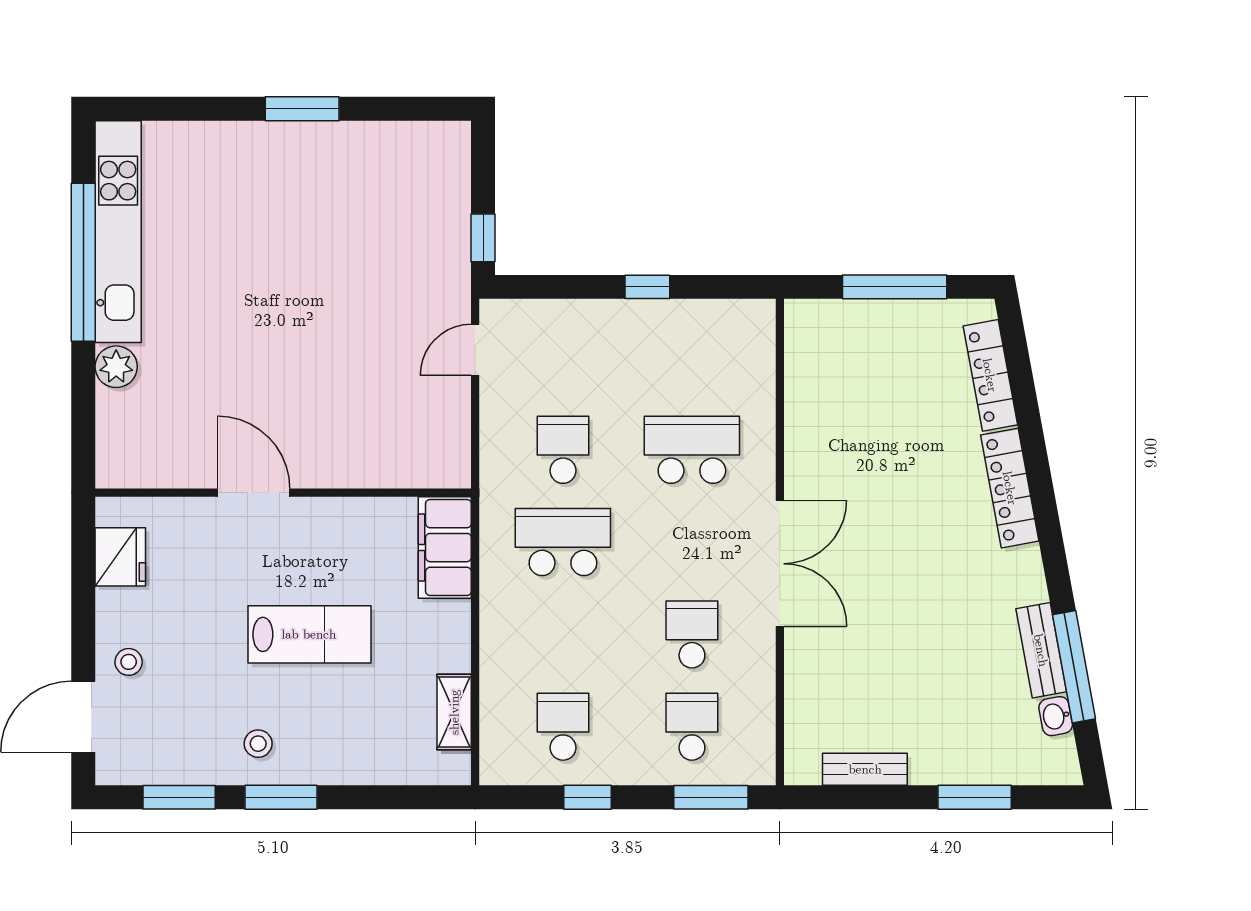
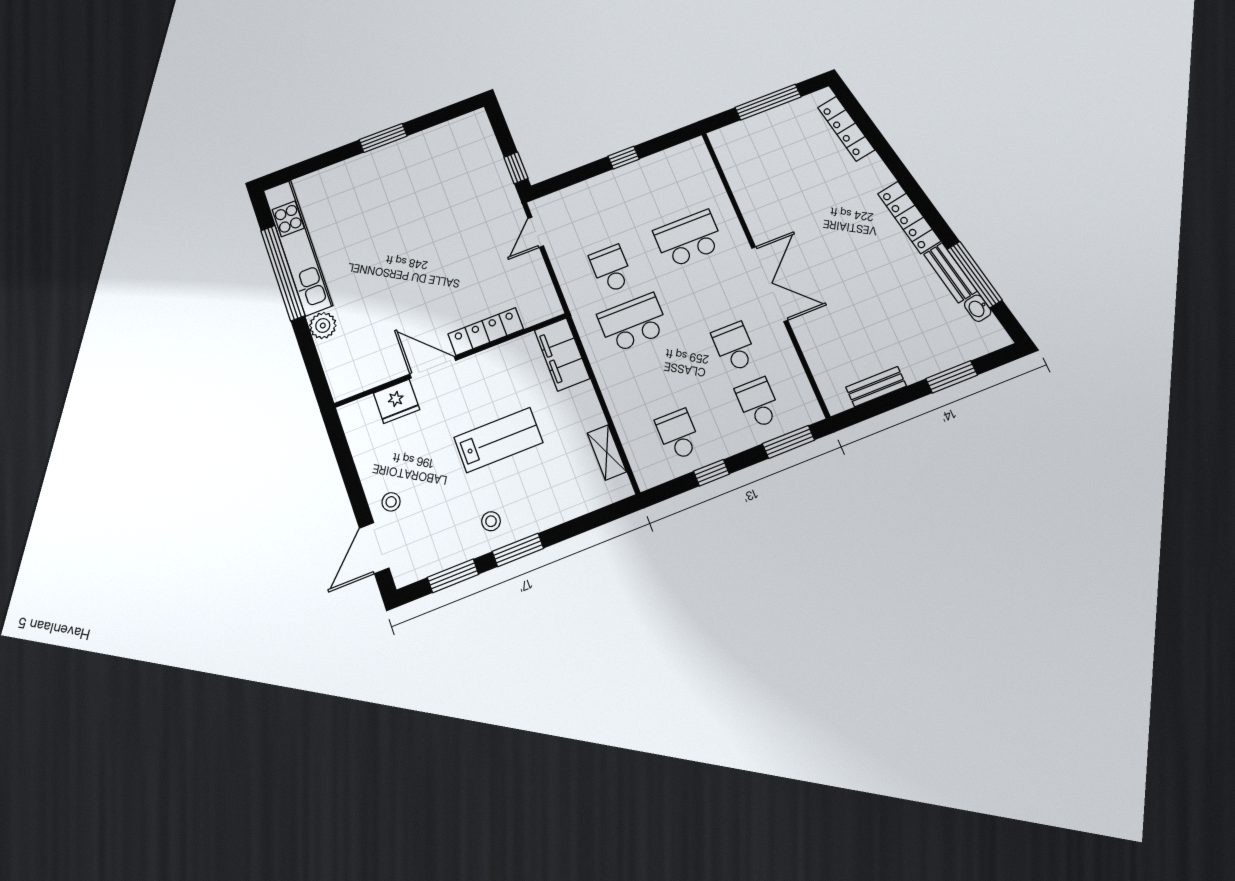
locker: (348, 470) -> (486, 331), added
locker: (1010, 488) -> (909, 217), moved
fridge: (120, 557) -> (397, 401), moved, turned 90

